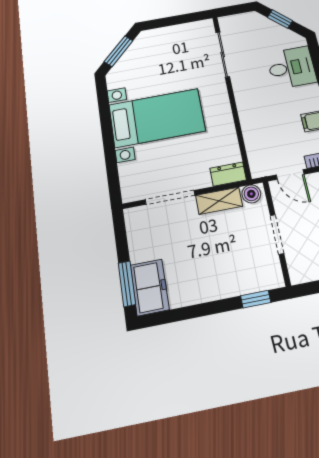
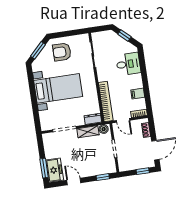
armchair: (164, 52) -> (62, 52), added
bookcase: (252, 139) -> (106, 101), added
door: (192, 312) -> (74, 181), added

